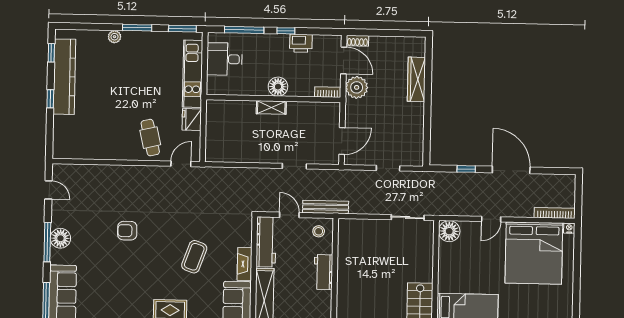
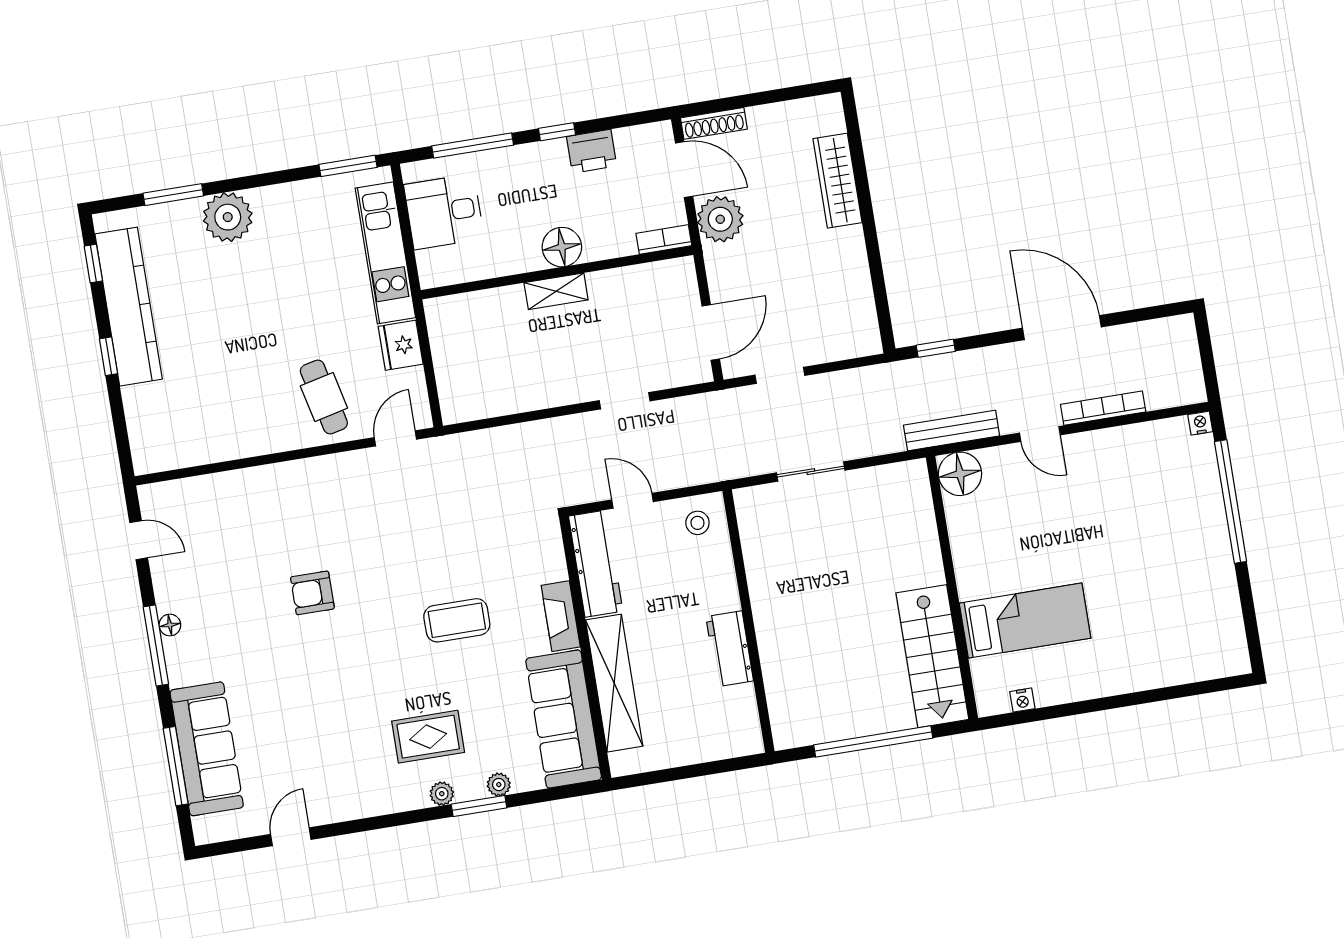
window: (137, 28) -> (173, 195), moved
plant: (114, 37) -> (228, 217), width x1.87, depth x1.87
shoe rack: (357, 41) -> (714, 123), width x1.43
doorway: (388, 168) -> (780, 375), moved
window: (466, 169) -> (936, 348), moved
bench: (326, 207) -> (952, 431), moved
bookcase: (555, 213) -> (1103, 408), moved
sliding door: (408, 217) -> (811, 472), moved
door: (491, 219) -> (1040, 434), hinge flipped
floor lamp: (60, 238) -> (170, 625), width x0.53, depth x0.53
bed: (534, 253) -> (1138, 486), removed
coffee table: (194, 257) -> (457, 620), turned 70
window: (577, 269) -> (1231, 501), added
workbench: (323, 272) -> (730, 649), moved

